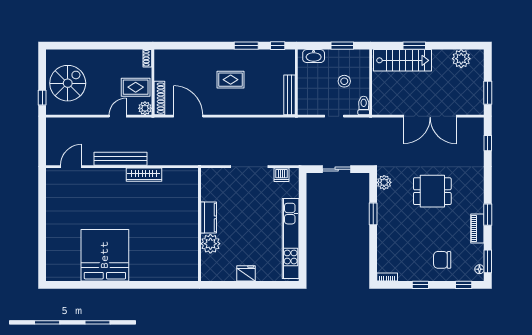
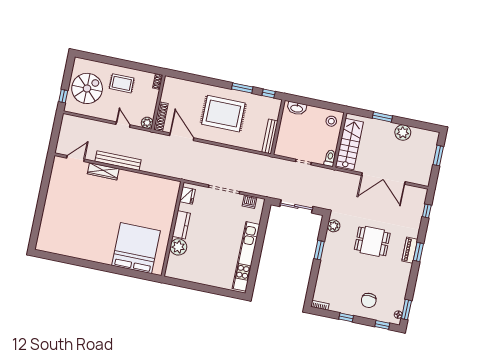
window: (342, 46) -> (322, 105), removed
plant: (461, 59) -> (403, 133), moved
stairs: (402, 60) -> (349, 144), moved, turned -90
rug: (231, 80) -> (223, 114), width x1.86, depth x2.06
stool: (344, 81) -> (331, 121), moved
rug: (136, 87) -> (122, 83), moved
window: (488, 93) -> (438, 156), moved
door: (118, 116) -> (123, 125), hinge flipped
sliding door: (337, 169) -> (296, 206), width x1.37
wardrobe: (144, 175) -> (103, 171), moved
window: (488, 215) -> (418, 252), moved
piano: (477, 228) -> (410, 250), moved
bed: (105, 255) -> (136, 248), moved
chair: (442, 260) -> (369, 300), turned -90
fridge: (246, 273) -> (187, 196), moved, turned 90

